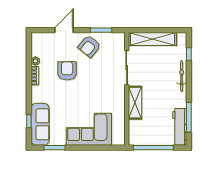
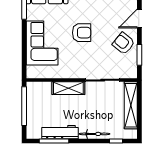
door: (64, 30) -> (139, 19), swing flipped
armchair: (67, 71) -> (82, 33), moved
workbench: (180, 127) -> (60, 132), moved

